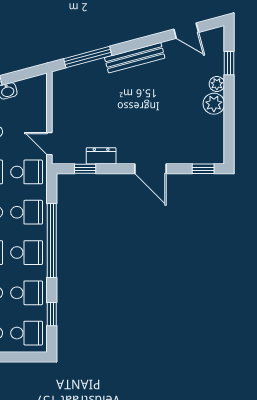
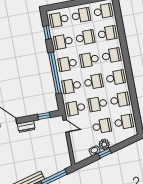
dresser: (101, 156) -> (26, 127), moved

